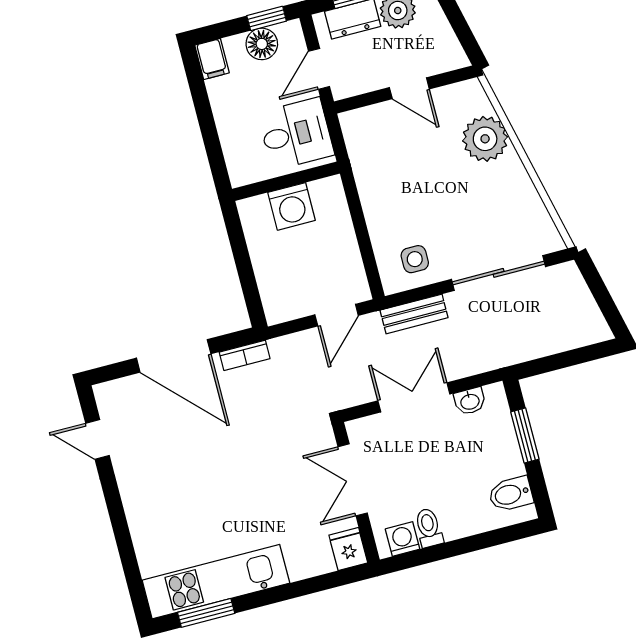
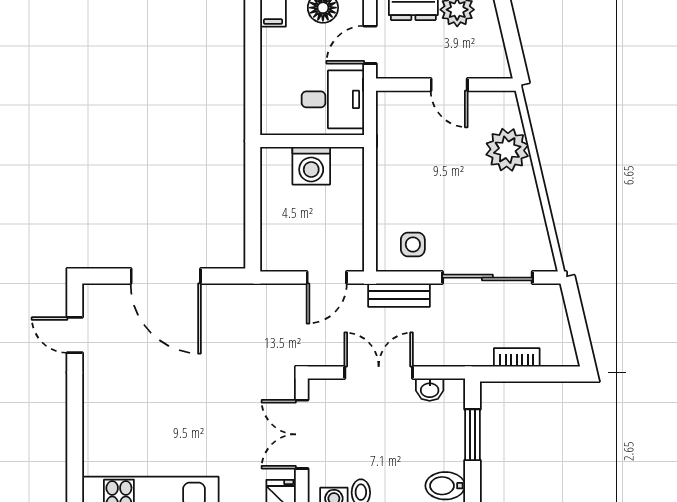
bookcase: (245, 355) -> (517, 357), moved, turned 180

